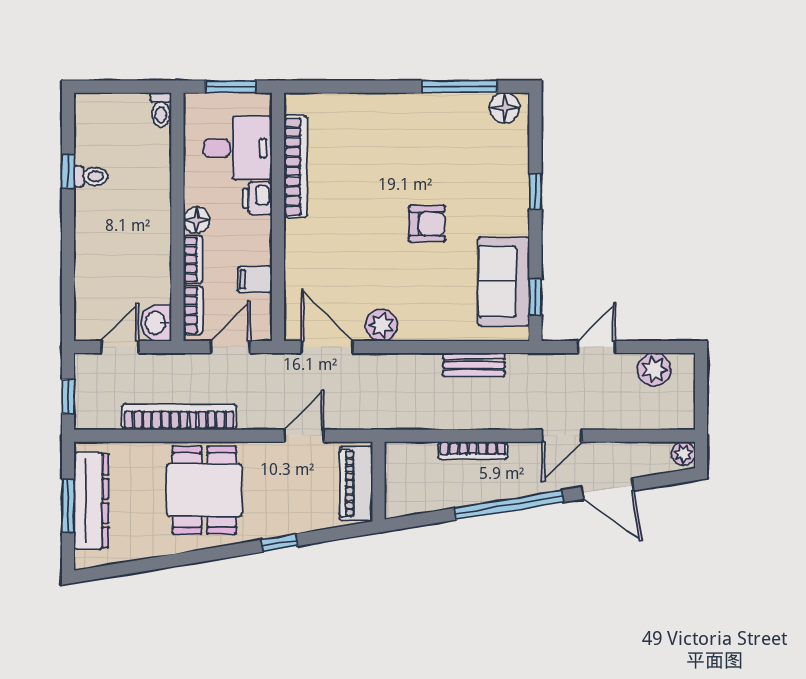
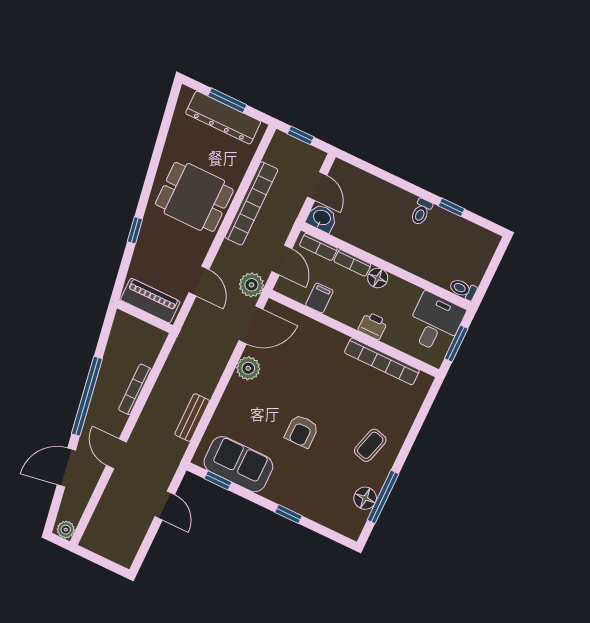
floor lamp: (505, 108) -> (365, 498), moved
coffee table: (404, 132) -> (370, 445), added
desk: (238, 148) -> (435, 323), moved, turned 180
toilet: (91, 176) -> (421, 212), moved
plant: (654, 369) -> (252, 285), moved

